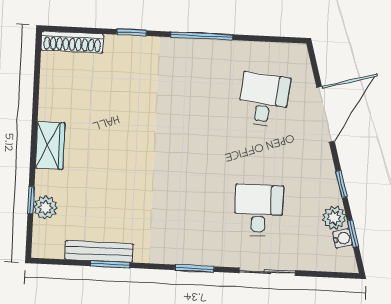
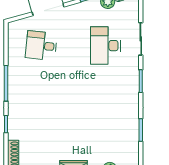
desk: (259, 210) -> (105, 46), width x1.37
bench: (99, 251) -> (134, 137), removed

